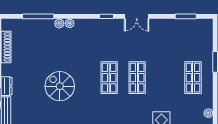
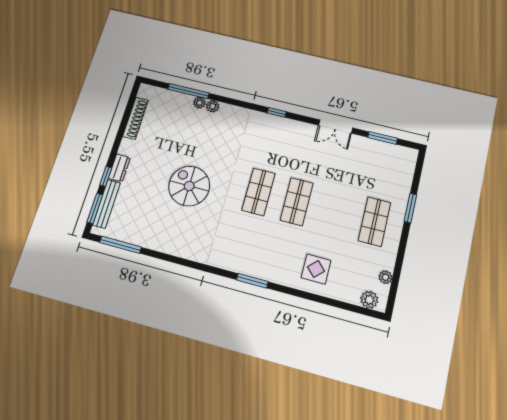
double door: (137, 16) -> (336, 127), moved
plant: (70, 23) -> (199, 103), moved

